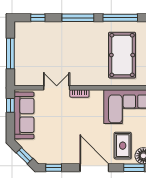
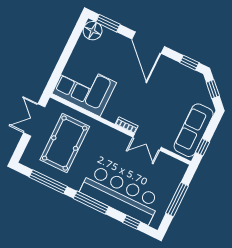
bar counter: (57, 35) -> (120, 195), added
rug: (123, 146) -> (109, 51), removed

